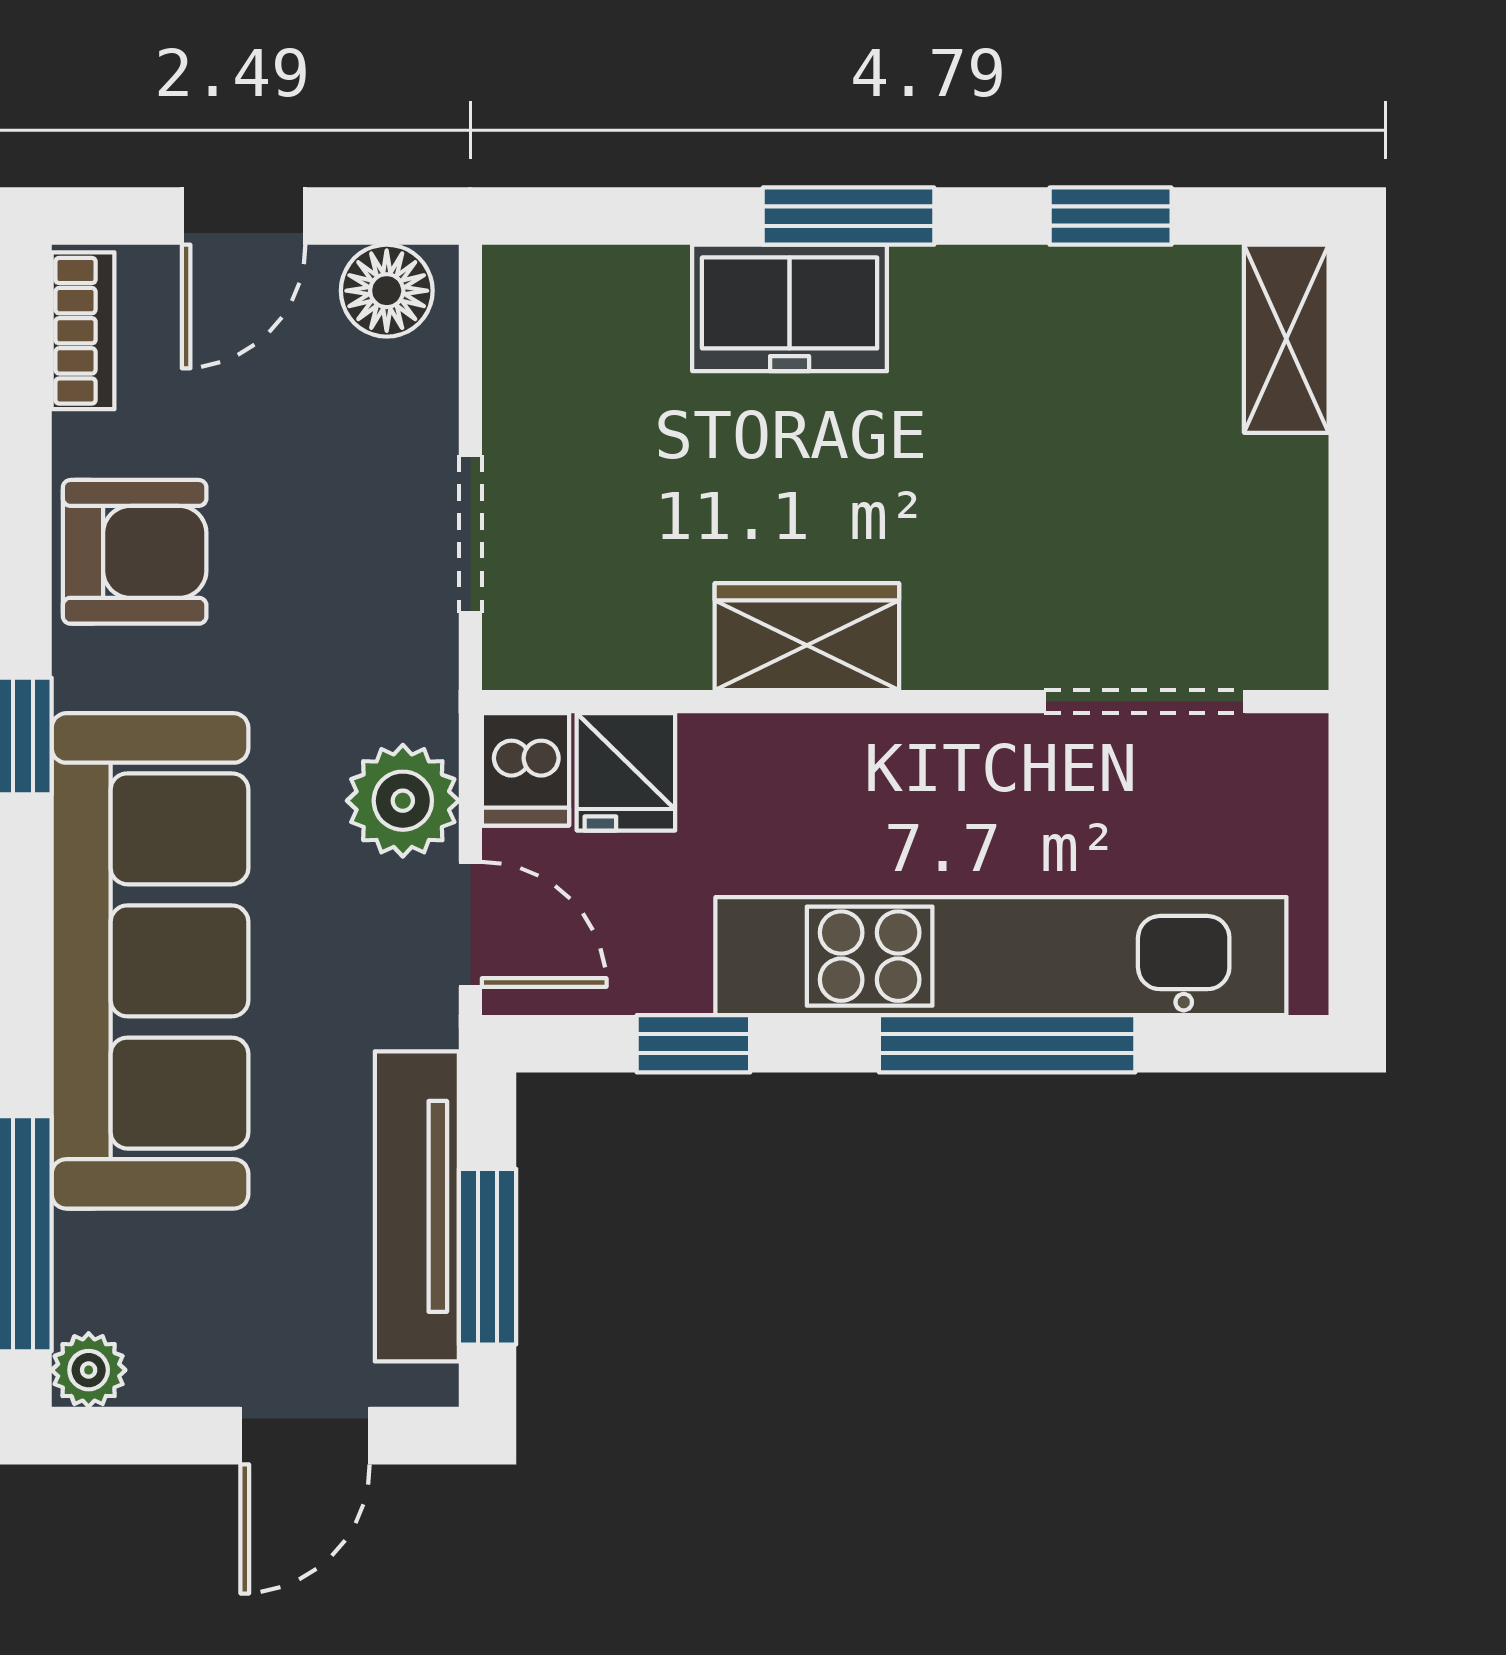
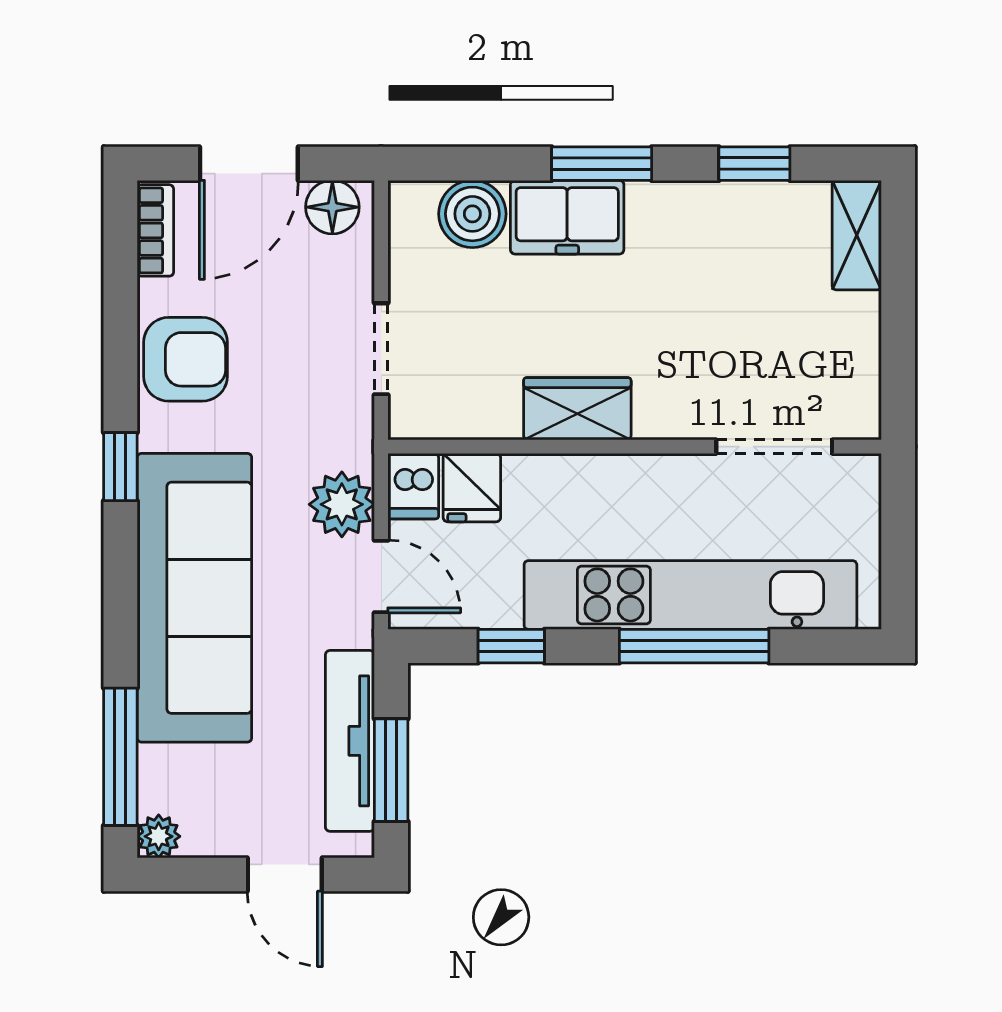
door: (244, 216) -> (249, 164), width x1.38
boiler: (627, 302) -> (472, 214), added
door: (305, 1436) -> (285, 875), hinge flipped

